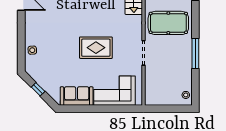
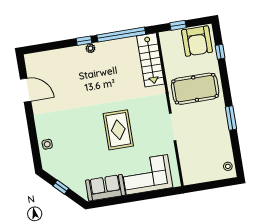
rug: (96, 48) -> (118, 130), turned 90
window: (195, 54) -> (231, 118), width x0.69

